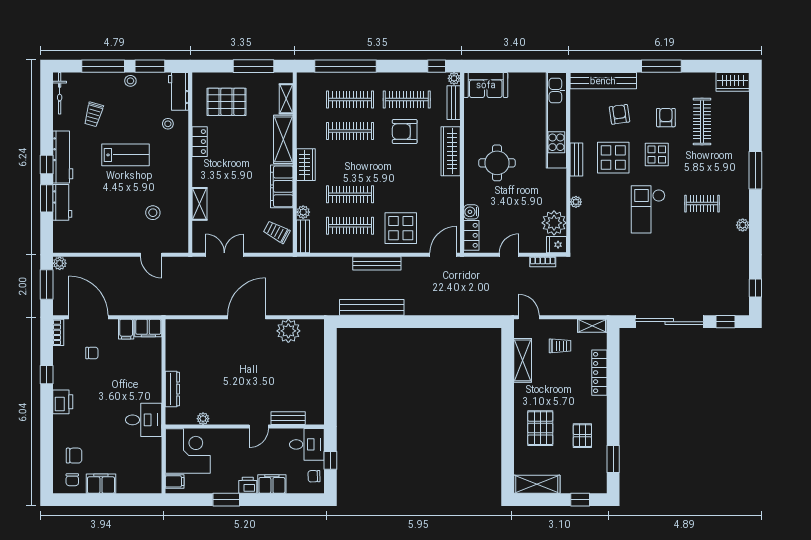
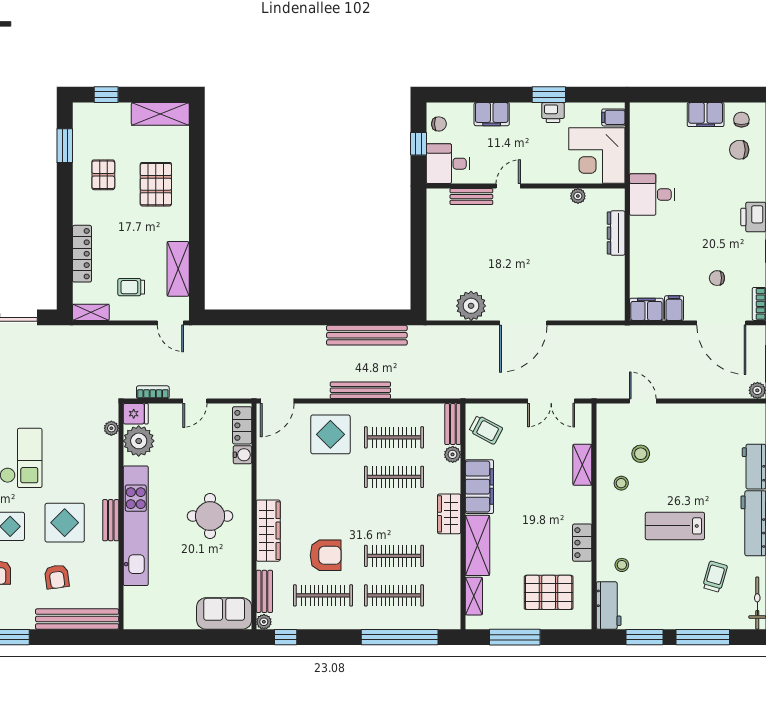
stool: (130, 81) -> (621, 483), moved
kitchen unit: (556, 120) -> (136, 526), moved
plant: (576, 202) -> (111, 428), moved
printer: (248, 485) -> (553, 113), moved

